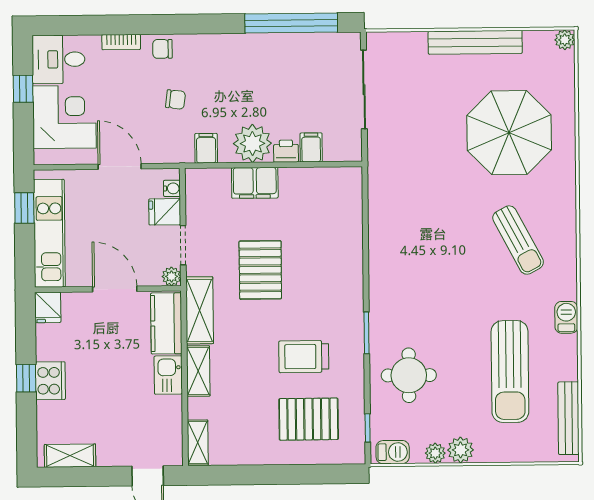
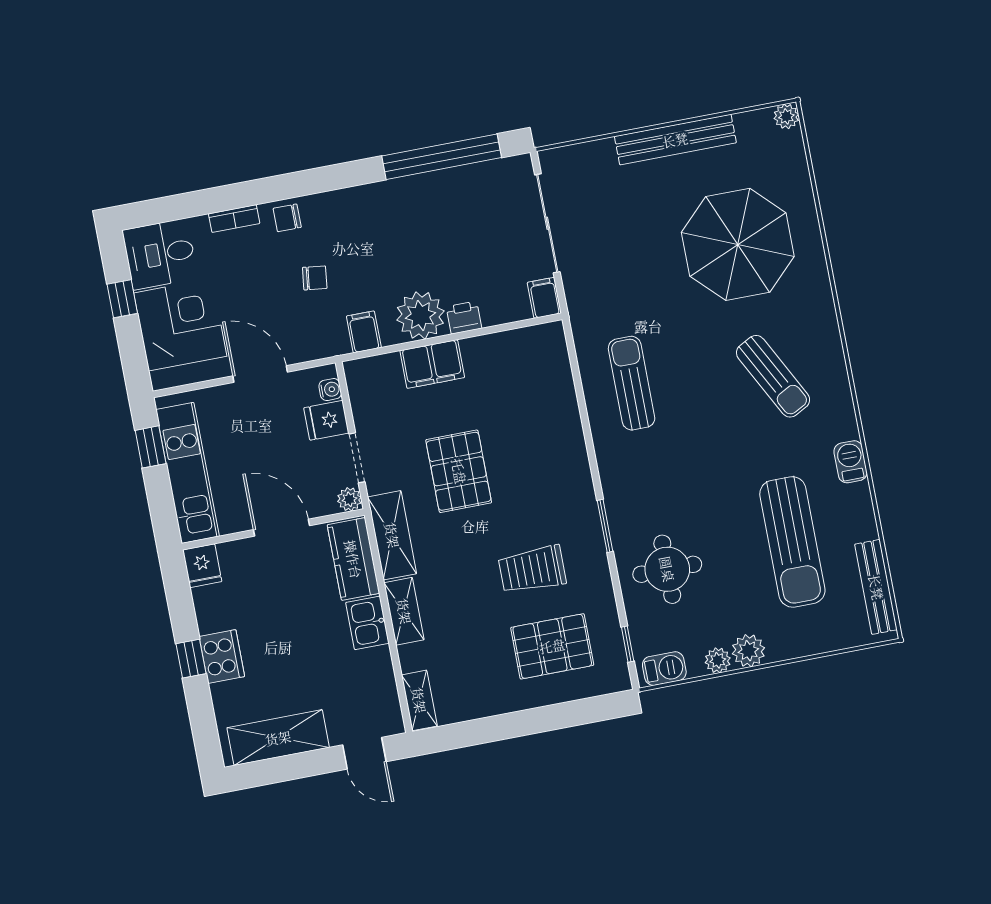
filing cabinet: (311, 147) -> (544, 298), moved
sun lounger: (407, 226) -> (632, 383), added
shelving: (70, 456) -> (278, 738), width x1.50, depth x1.33

